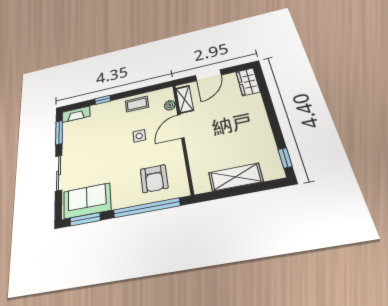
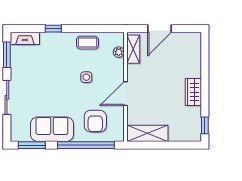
wardrobe: (248, 82) -> (193, 92), moved
door: (181, 126) -> (125, 94), moved
shelving: (236, 177) -> (147, 133), moved
sofa: (87, 201) -> (52, 129), moved

